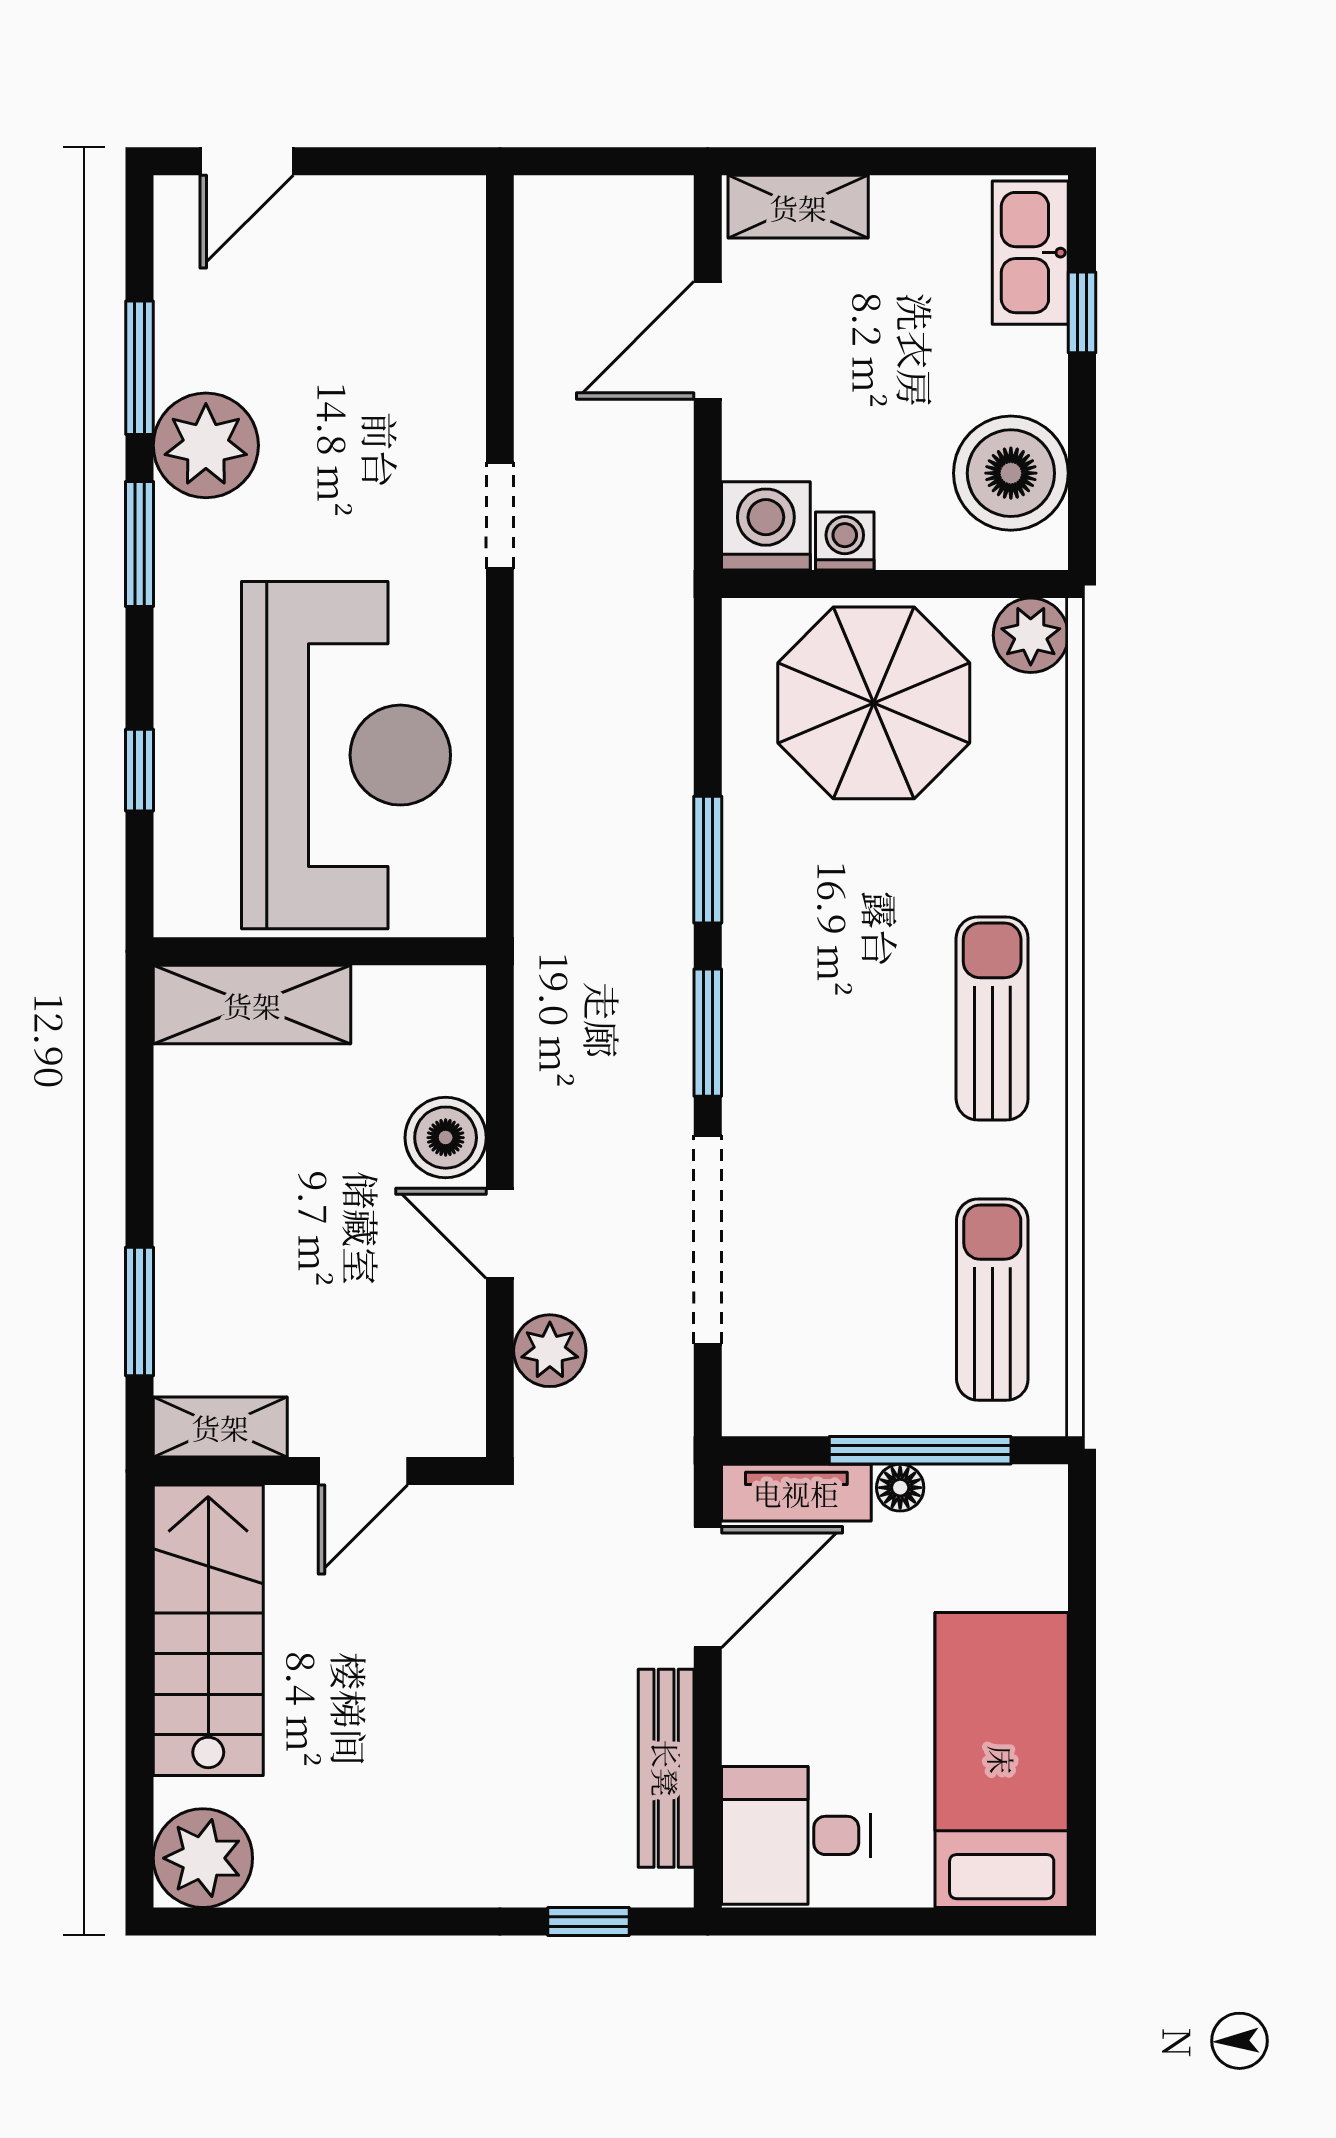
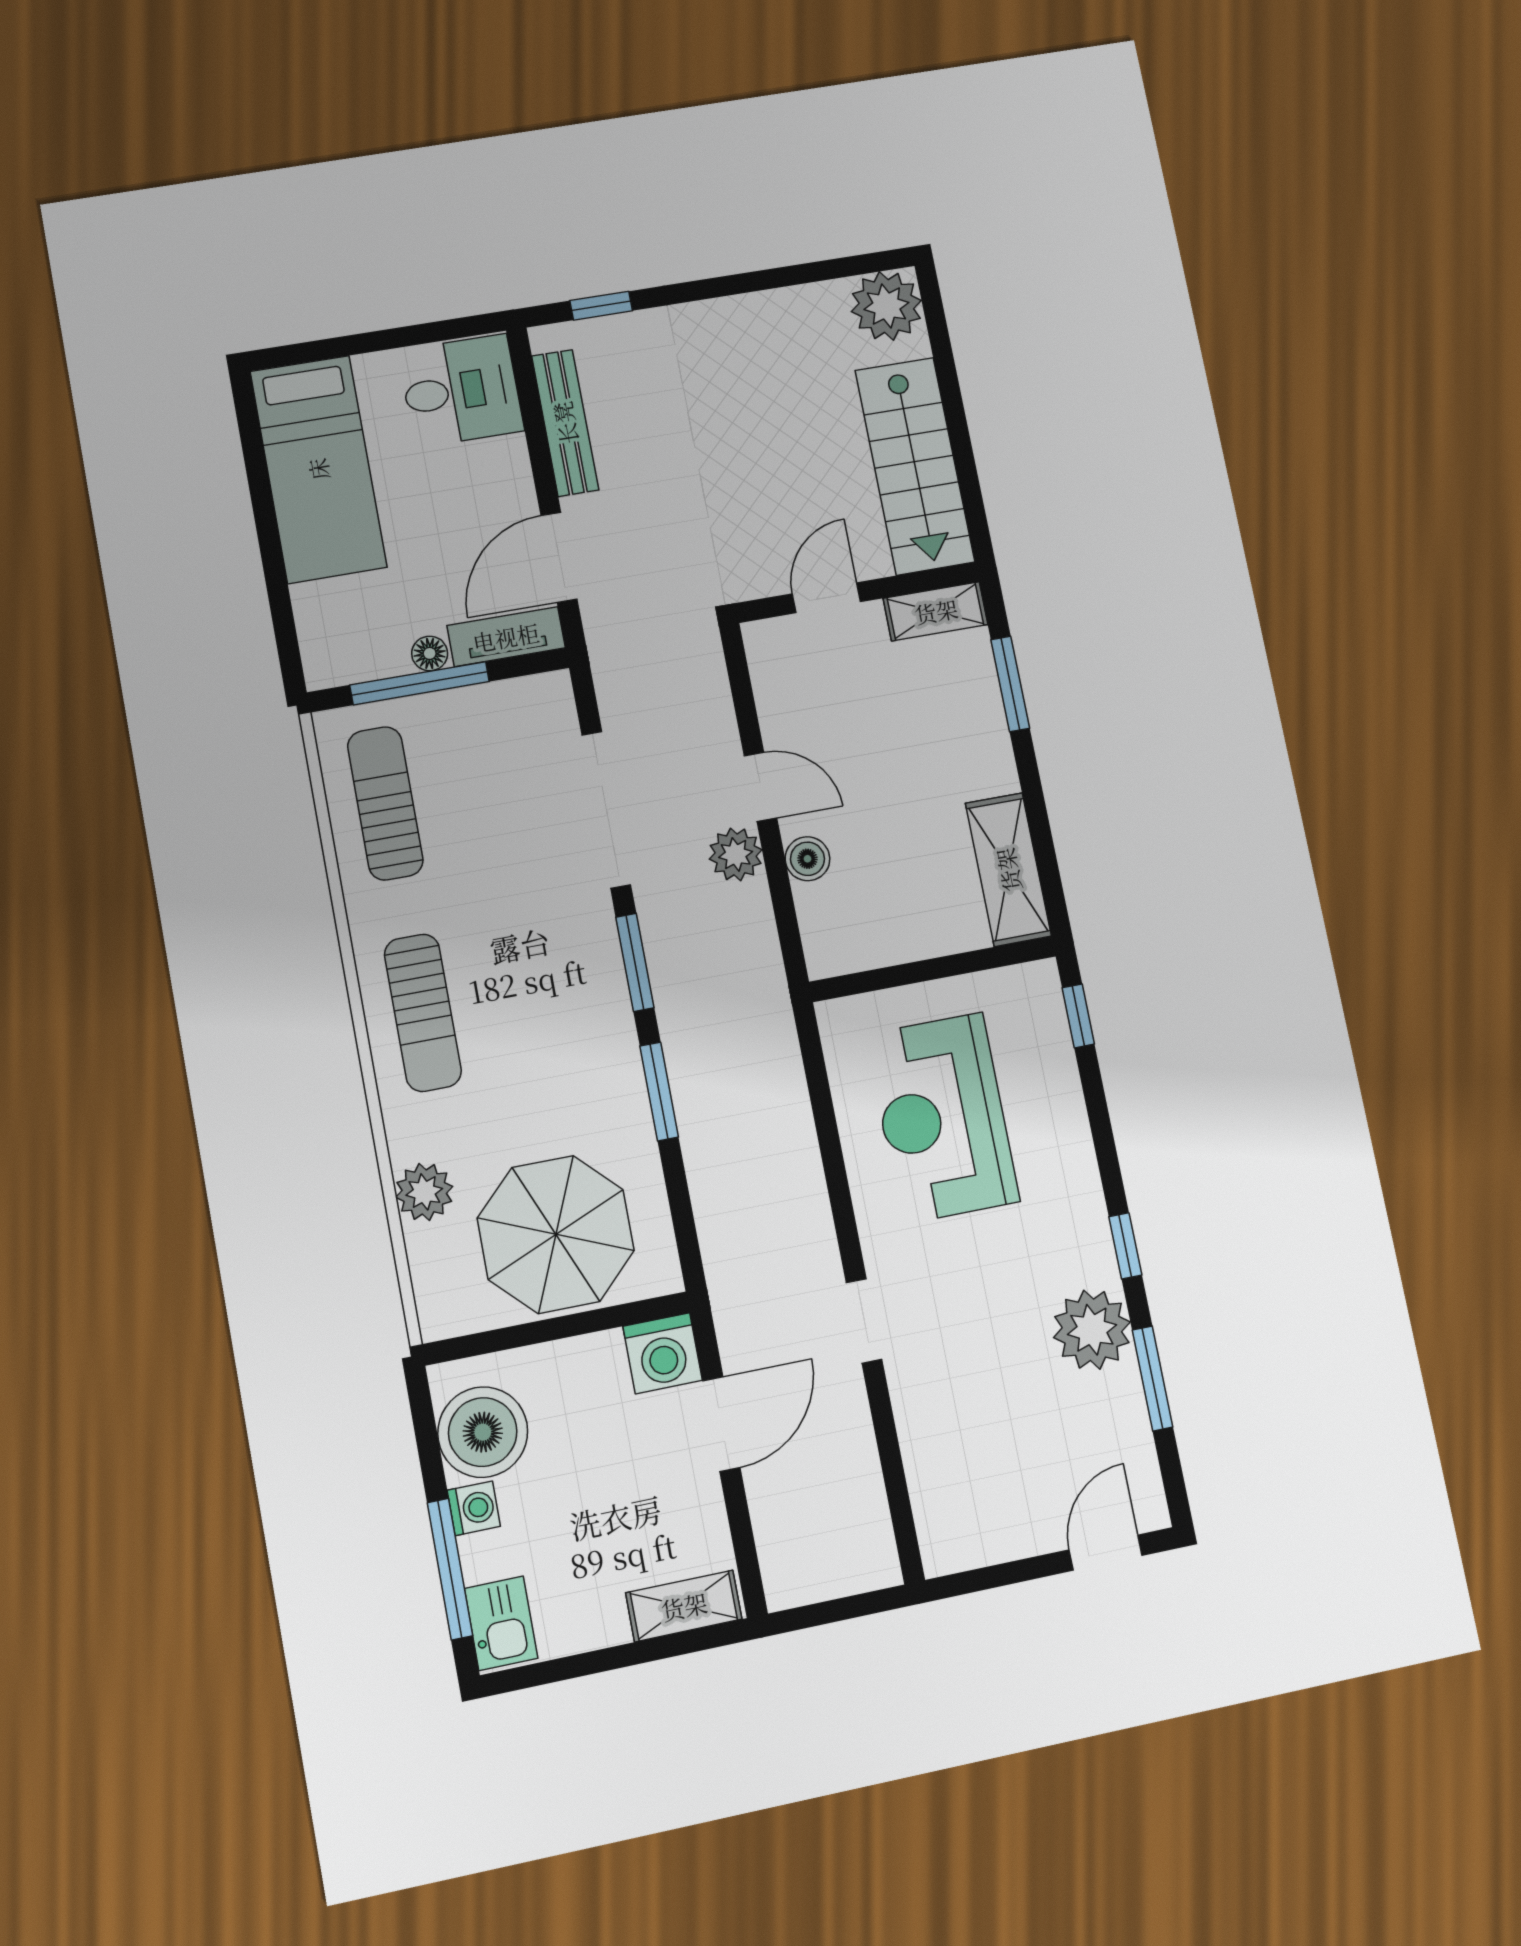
kitchen sink: (1030, 253) -> (501, 1623), width x0.73
window: (1082, 312) -> (450, 1569), width x2.17
door: (708, 340) -> (721, 1424), moved
washing machine: (845, 541) -> (474, 1508), moved, turned -90
window: (140, 544) -> (1125, 1246), width x0.67
plant: (1031, 635) -> (424, 1192), moved
reception desk: (346, 755) -> (942, 1118), width x0.74, depth x0.77
window: (140, 770) -> (1078, 1016), moved
shelving: (252, 1005) -> (1008, 870), moved, turned 90
boiler: (446, 1138) -> (807, 859), width x0.73, depth x0.73
sun lounger: (992, 1300) -> (385, 803), turned 180
plant: (550, 1351) -> (736, 854), moved

